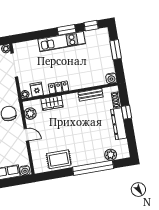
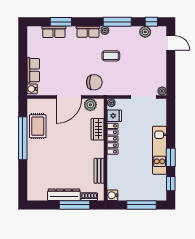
window: (116, 50) -> (141, 205), width x1.44
locker: (58, 87) -> (112, 139), width x1.53
window: (126, 112) -> (74, 205), width x2.17
door: (26, 135) -> (69, 97), width x1.87
plant: (111, 155) -> (33, 181), removed
window: (93, 168) -> (23, 138), moved

